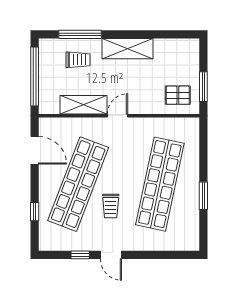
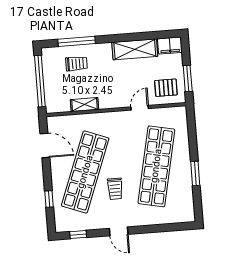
filing cabinet: (186, 47) -> (170, 46), added
shelving: (128, 49) -> (135, 49), moved
shelving: (83, 105) -> (85, 104), width x0.67, depth x0.75
door: (117, 116) -> (140, 108), moved
window: (80, 255) -> (78, 235), moved

